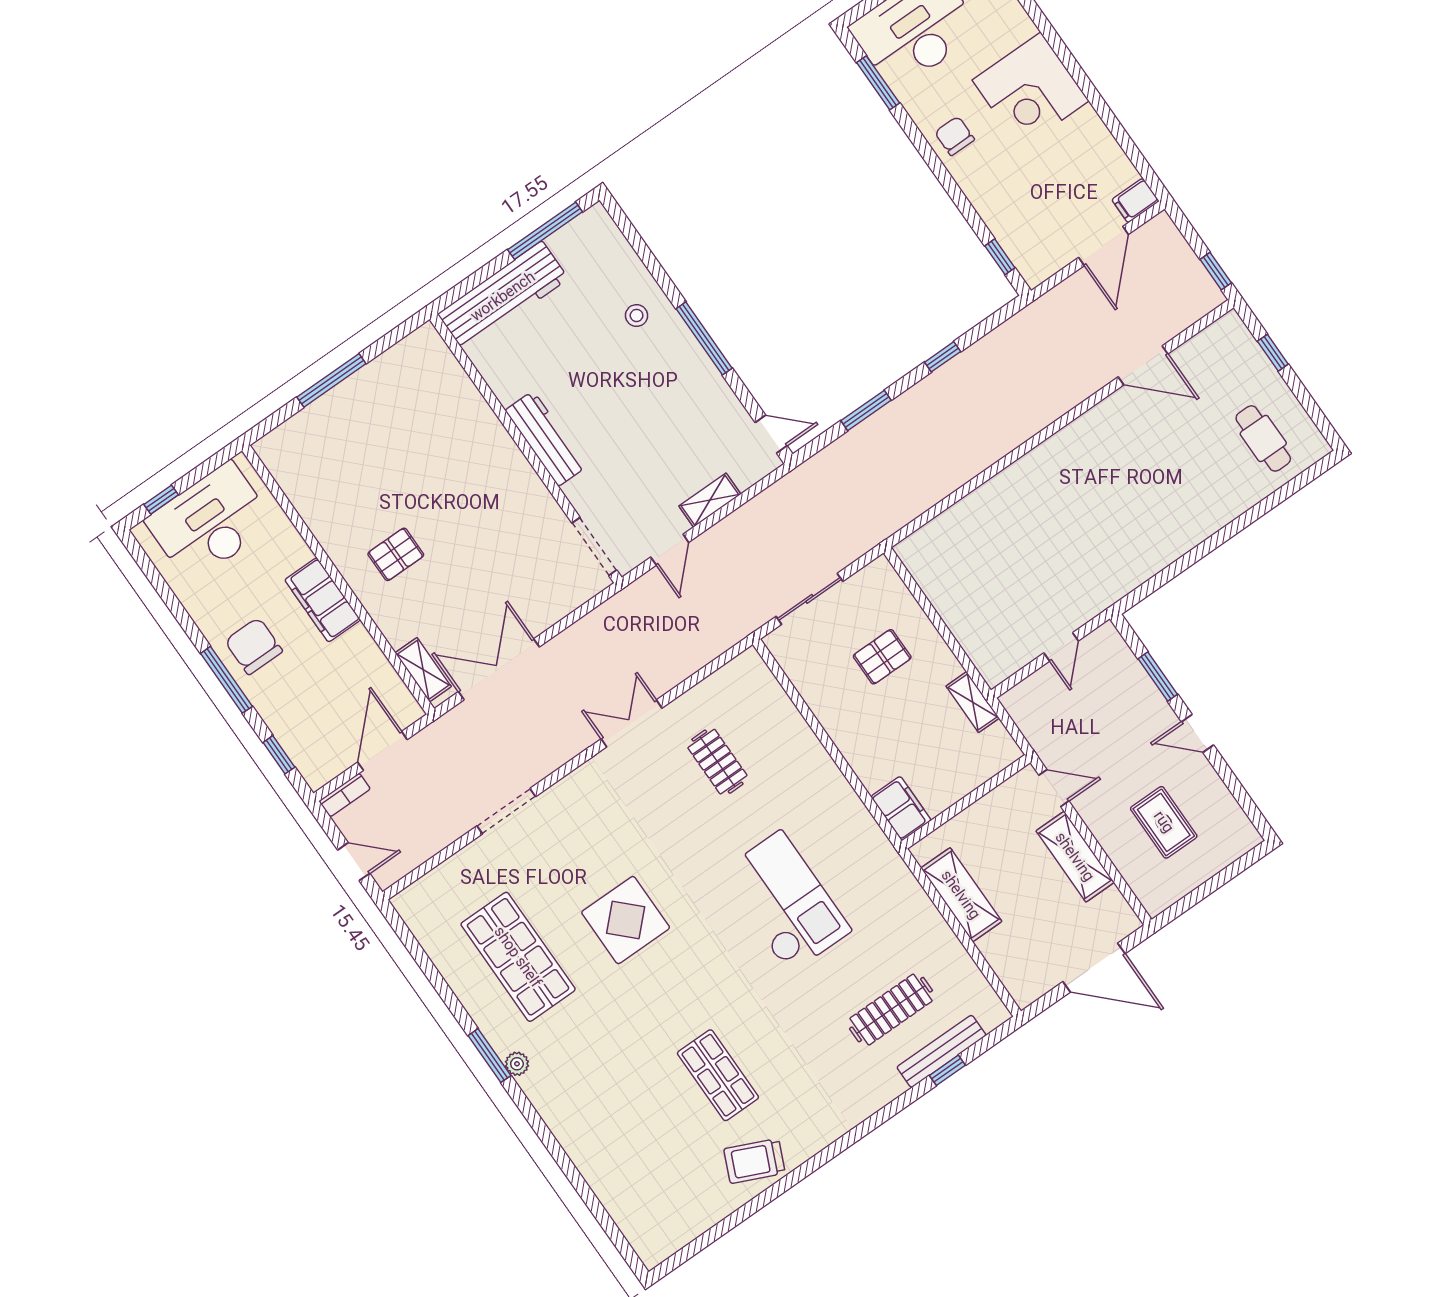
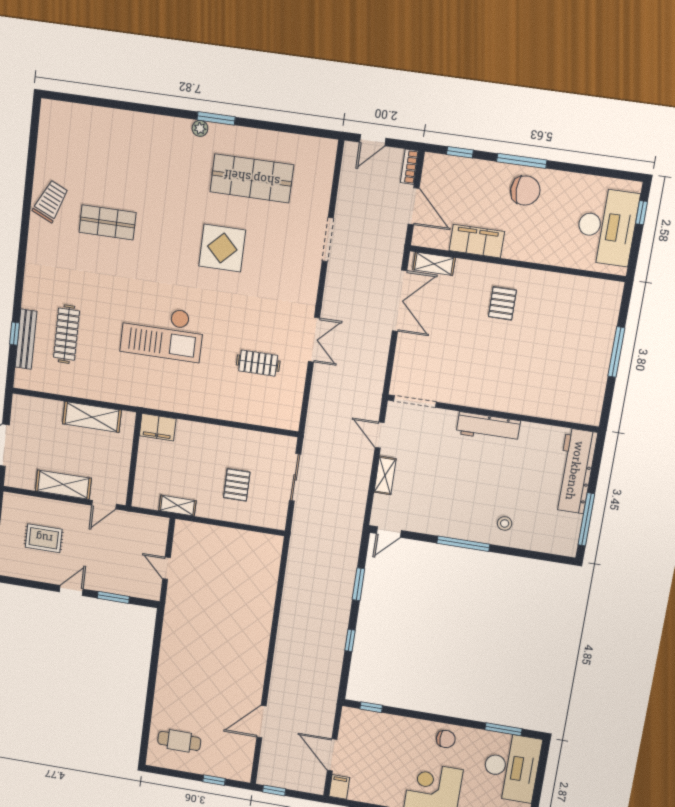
filing cabinet: (323, 600) -> (477, 241), moved

